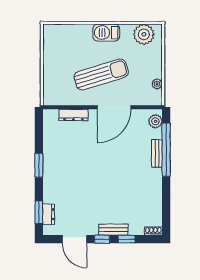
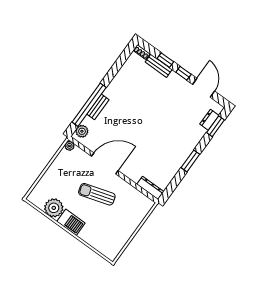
plant: (144, 34) -> (54, 208), moved
sun lounger: (101, 74) -> (97, 194), width x0.73, depth x0.75
plant: (157, 84) -> (69, 146), moved
dresser: (73, 115) -> (150, 188), moved
bench: (113, 230) -> (159, 66), moved

